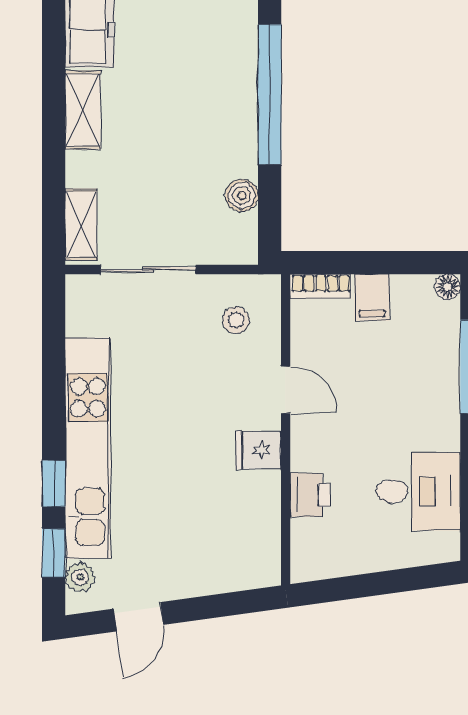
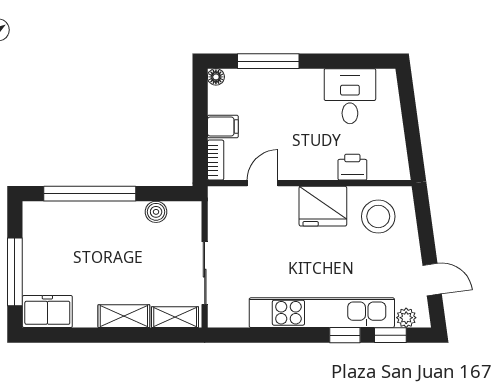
shelving: (83, 110) -> (124, 316), moved
stool: (236, 320) -> (378, 216), moved, width x1.89, depth x1.89
door: (286, 390) -> (263, 183), moved
fridge: (258, 450) -> (323, 206), width x1.88, depth x1.34

